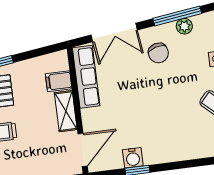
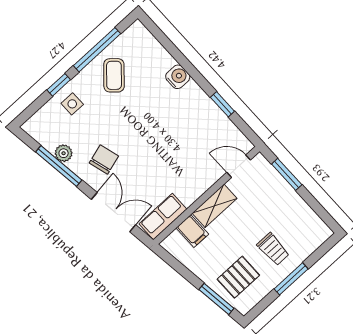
row of seats: (86, 77) -> (163, 217), width x0.68
door: (83, 150) -> (239, 166), width x0.73
water cooler: (133, 158) -> (178, 77), moved

